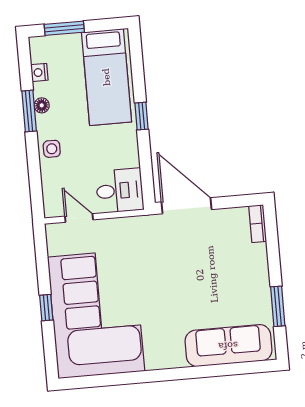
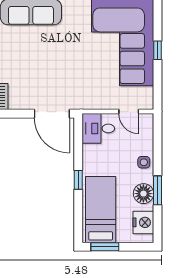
window: (64, 28) -> (105, 247), moved
nightstand: (39, 72) -> (143, 222), width x1.89, depth x1.79
floor lamp: (42, 105) -> (143, 194), width x1.89, depth x1.89

